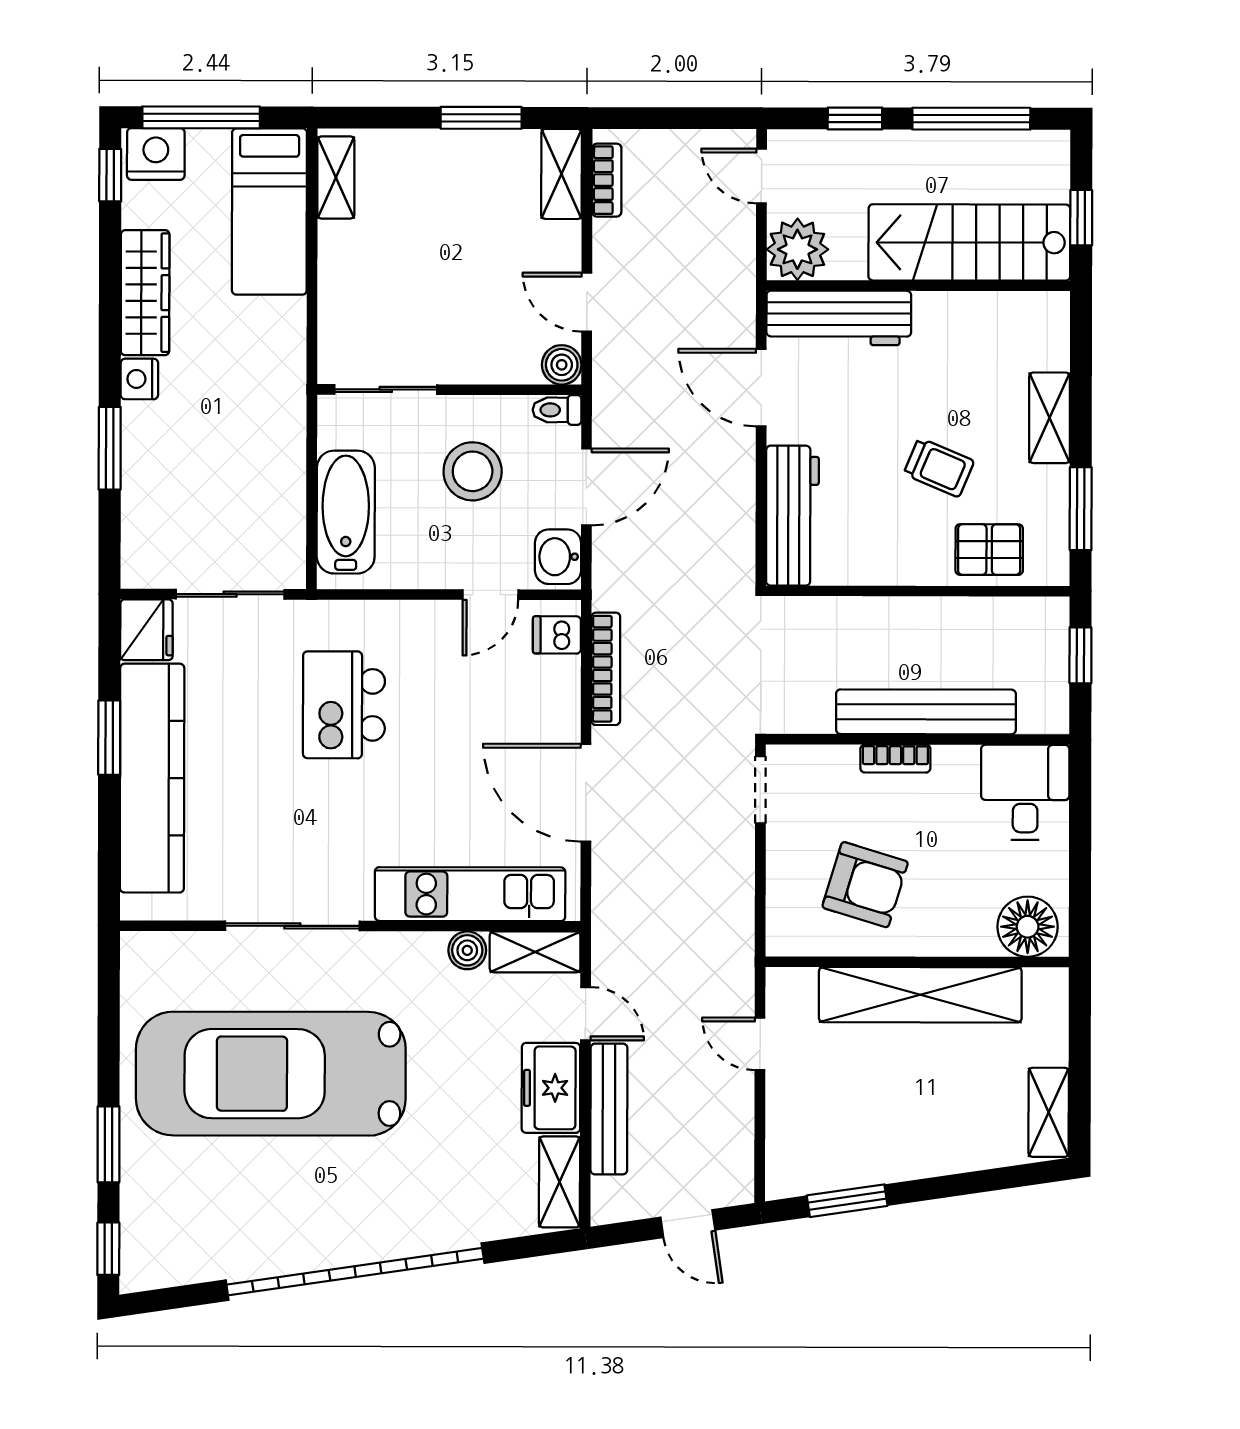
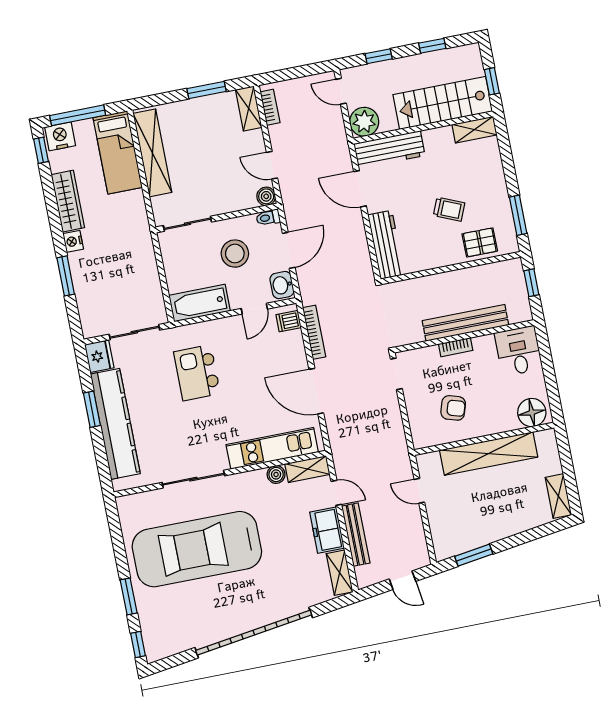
window: (971, 119) -> (432, 46), width x0.46
shelving: (336, 177) -> (152, 153), width x2.20, depth x1.33
shelving: (1050, 418) -> (474, 130), moved, turned 90
bathtub: (346, 512) -> (199, 303), moved, turned -90
armchair: (865, 885) -> (453, 408), width x0.72, depth x0.72

